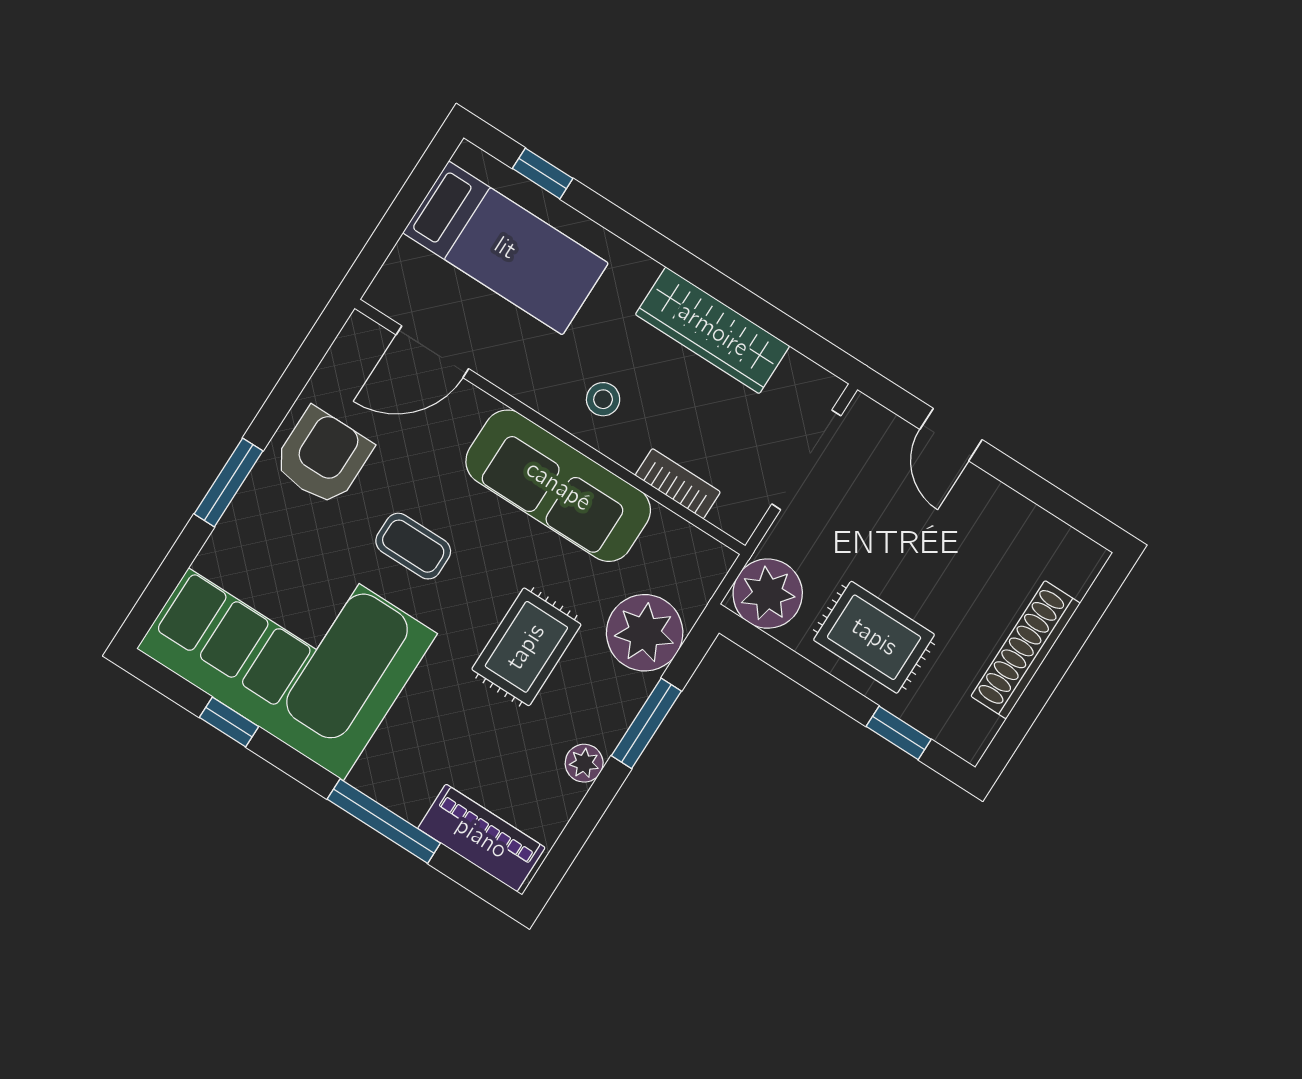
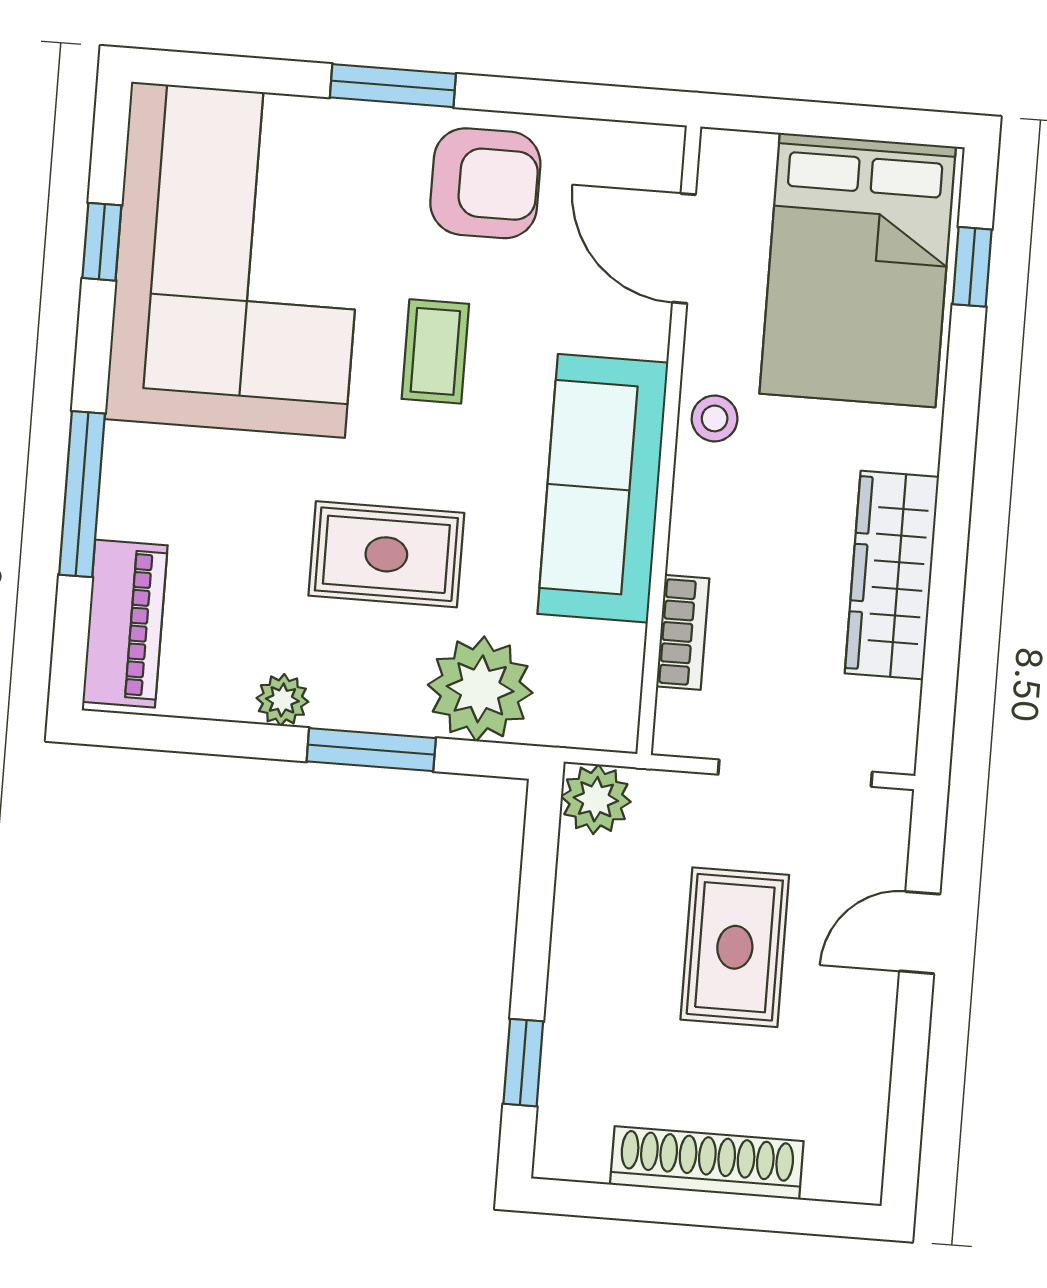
bed: (505, 248) -> (858, 270), width x1.50
stool: (603, 399) -> (715, 418), moved
plant: (768, 594) -> (596, 799), width x0.73, depth x0.73
rug: (874, 637) -> (735, 947), moved

